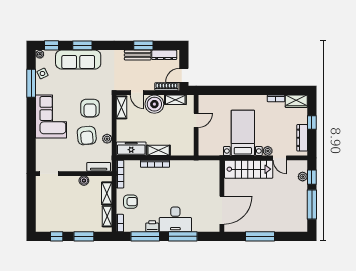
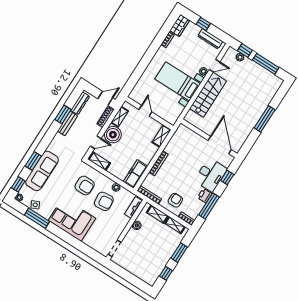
door: (184, 75) -> (105, 98), swing flipped
shelving: (159, 150) -> (161, 136), moved
wall: (222, 196) -> (209, 138), moved
door: (222, 210) -> (220, 145), moved
window: (183, 236) -> (227, 177), width x0.46

